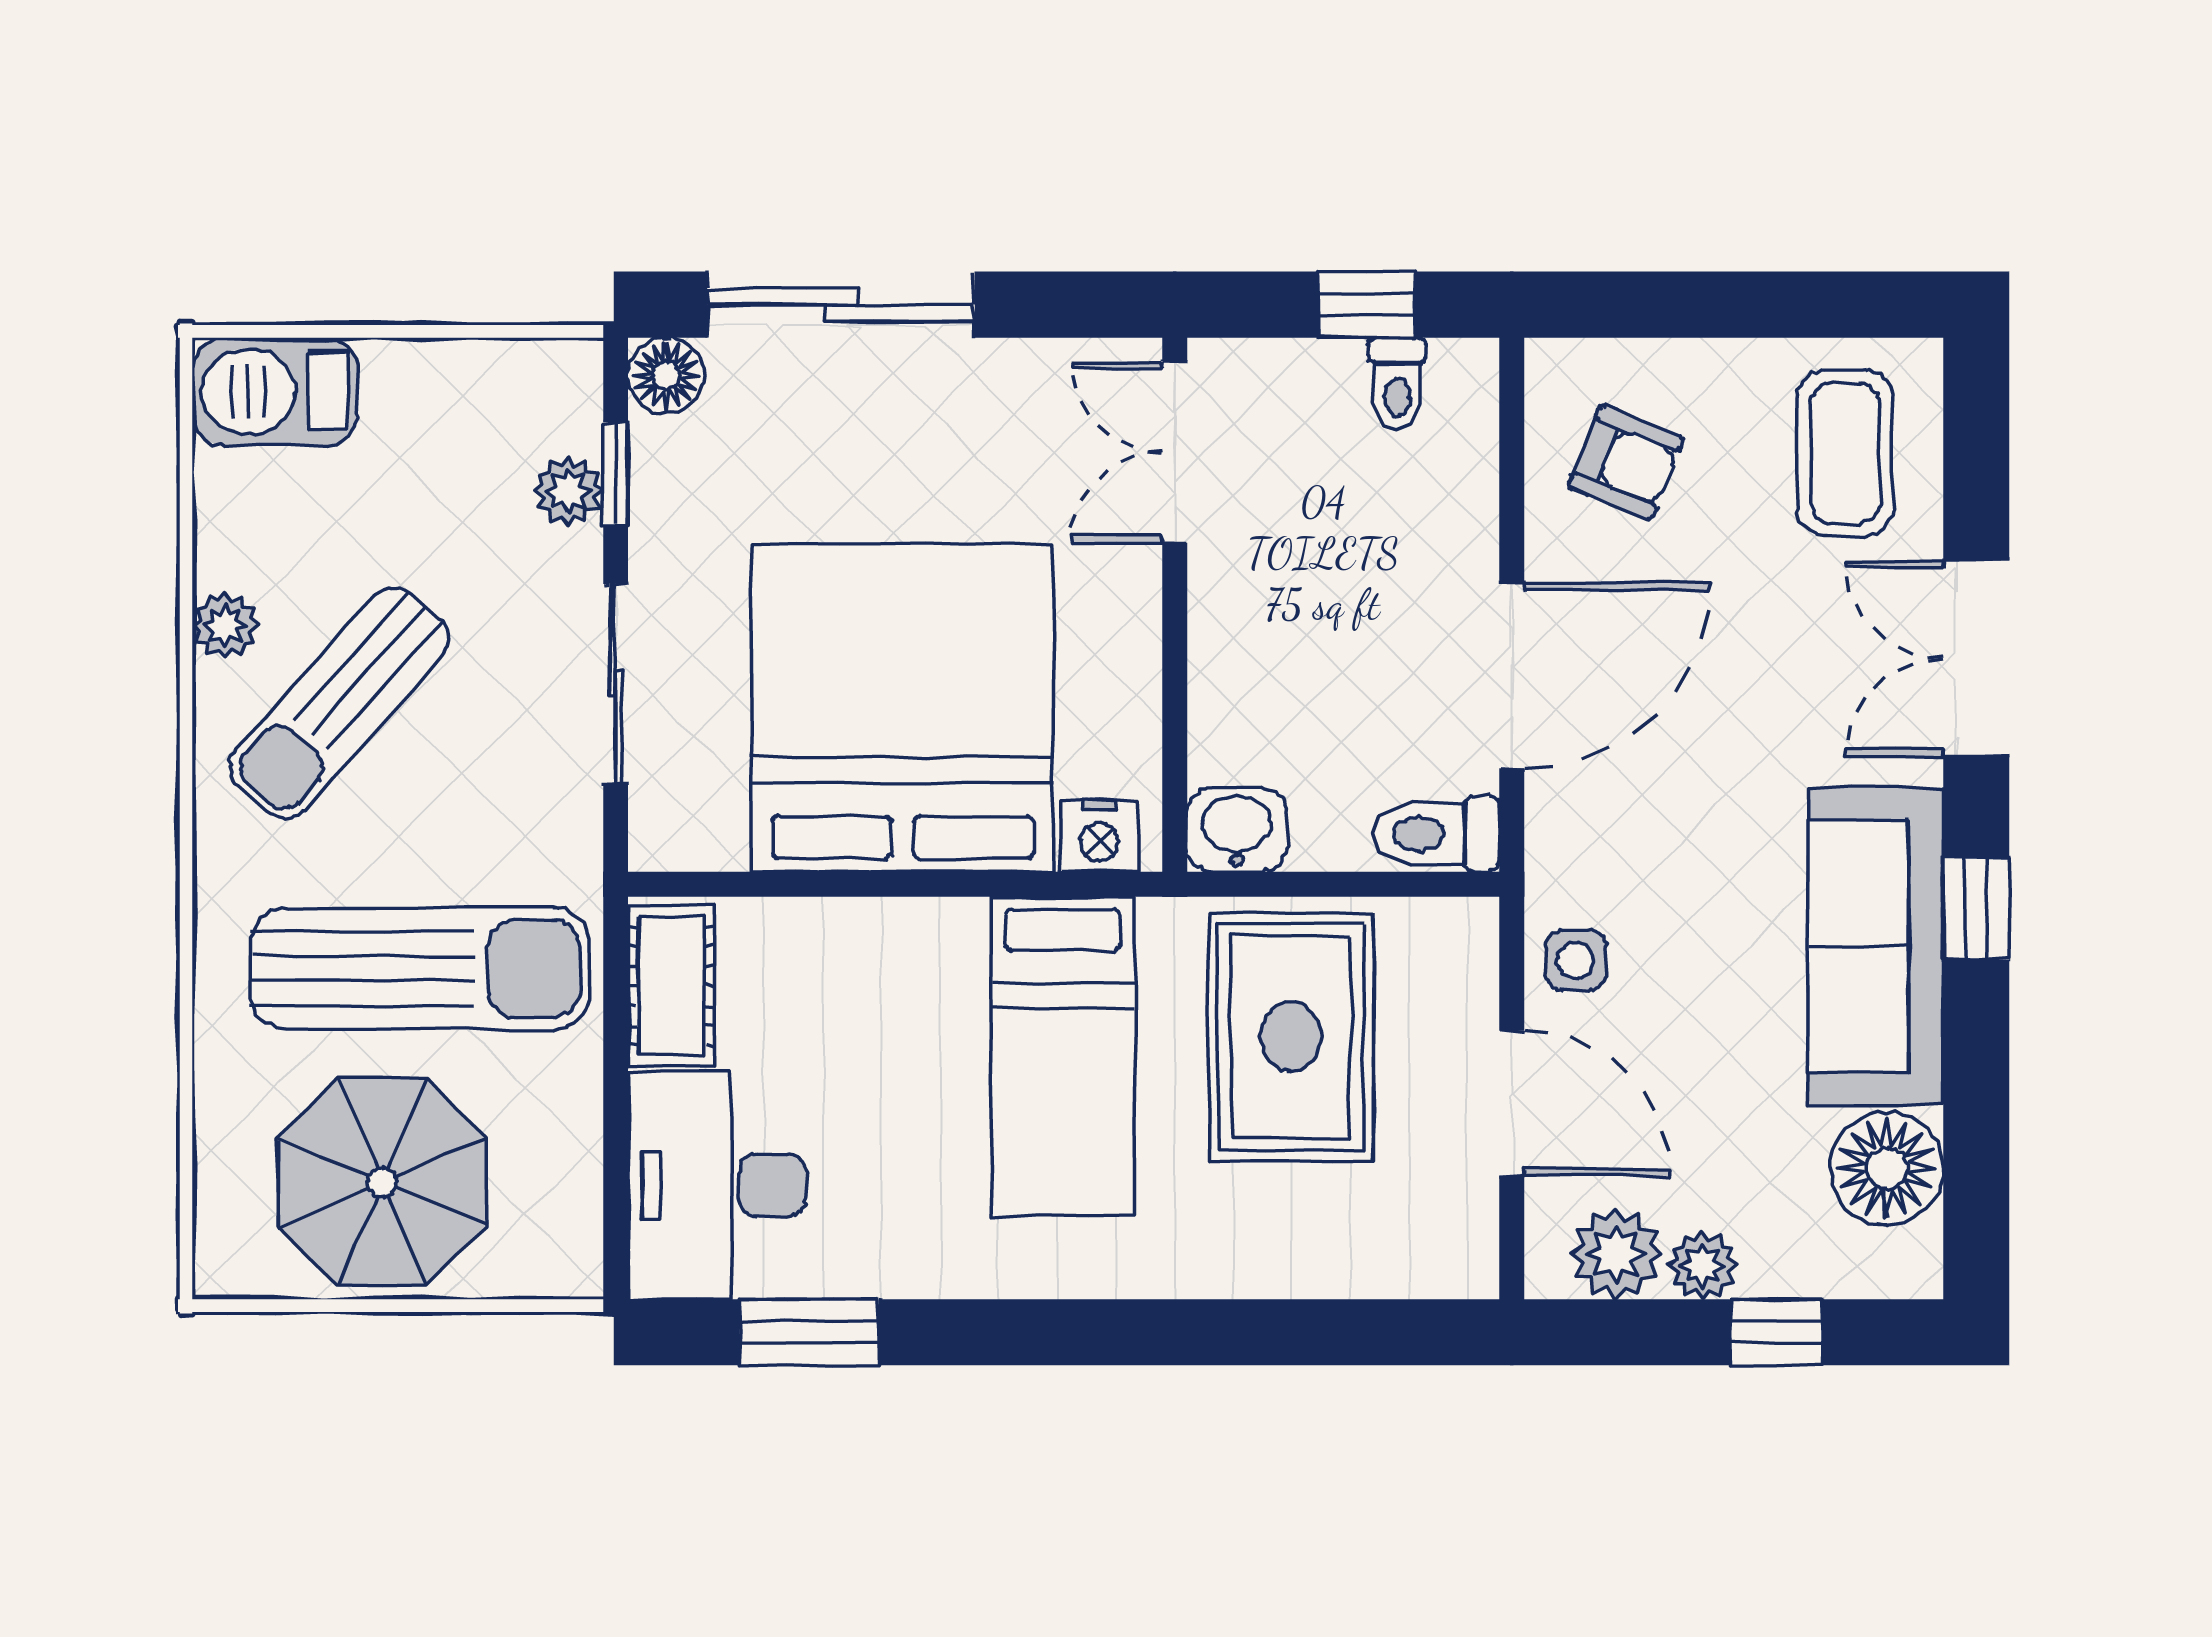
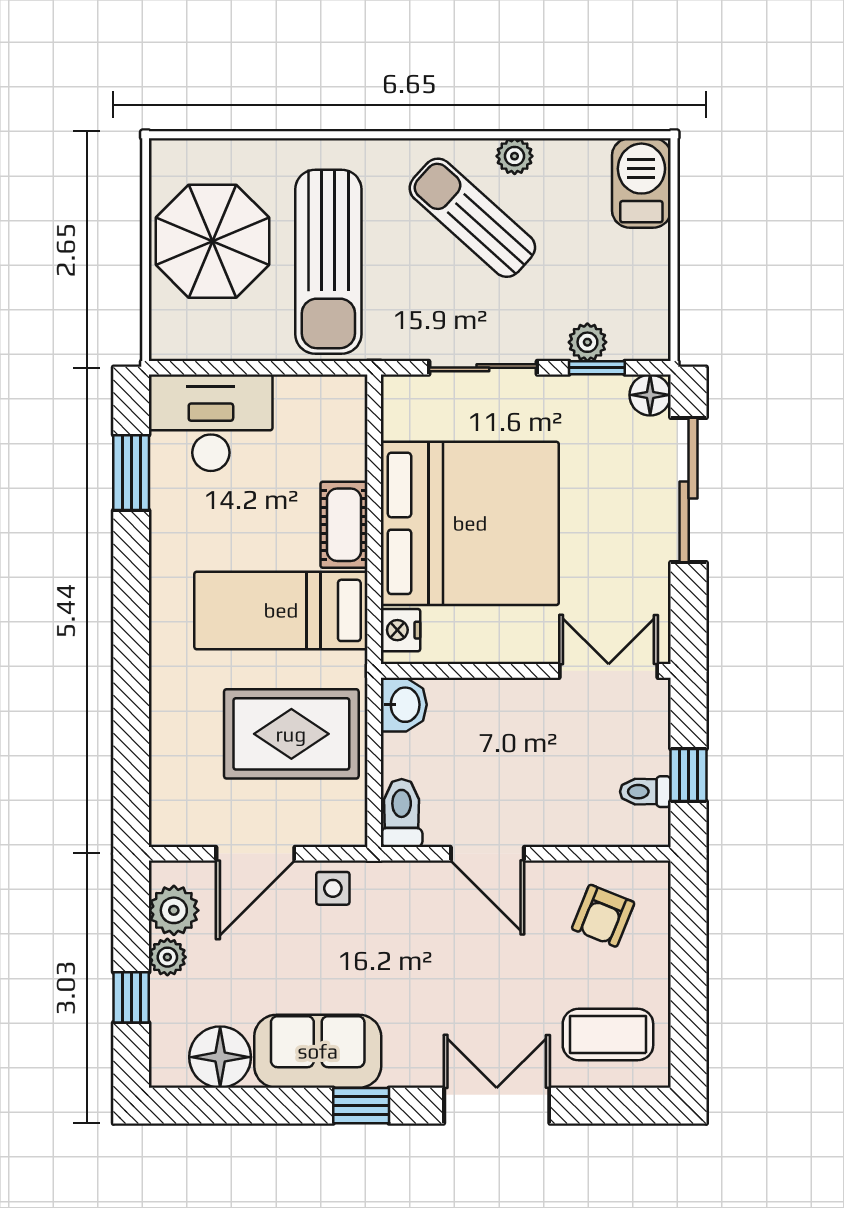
door: (1512, 676) -> (487, 854), width x0.73
sofa: (1876, 946) -> (318, 1051), width x0.73
cot: (671, 986) -> (344, 525), moved, turned 90

